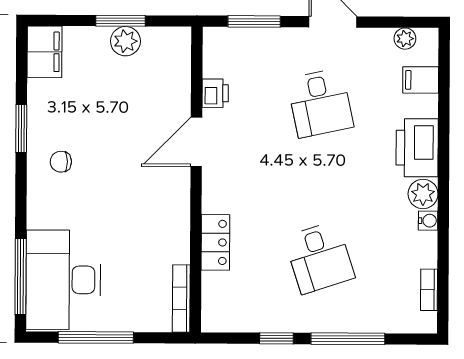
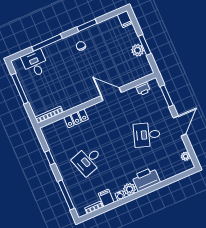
filing cabinet: (44, 52) -> (125, 19), width x0.50
filing cabinet: (421, 80) -> (106, 198), moved
printer: (215, 93) -> (143, 89), moved
desk: (320, 103) -> (147, 135), turned 30
window: (21, 277) -> (47, 43), moved
desk: (63, 280) -> (35, 63), width x0.53, depth x0.77
window: (348, 339) -> (66, 195), moved

